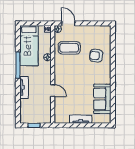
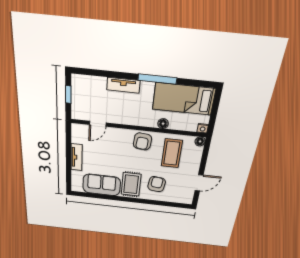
door: (68, 23) -> (199, 183), moved
armchair: (62, 70) -> (142, 141), added
rug: (99, 76) -> (131, 184), added
door: (53, 91) -> (98, 124), moved

